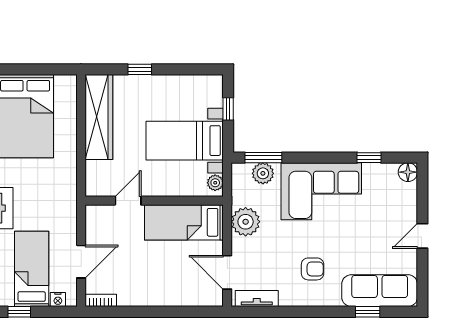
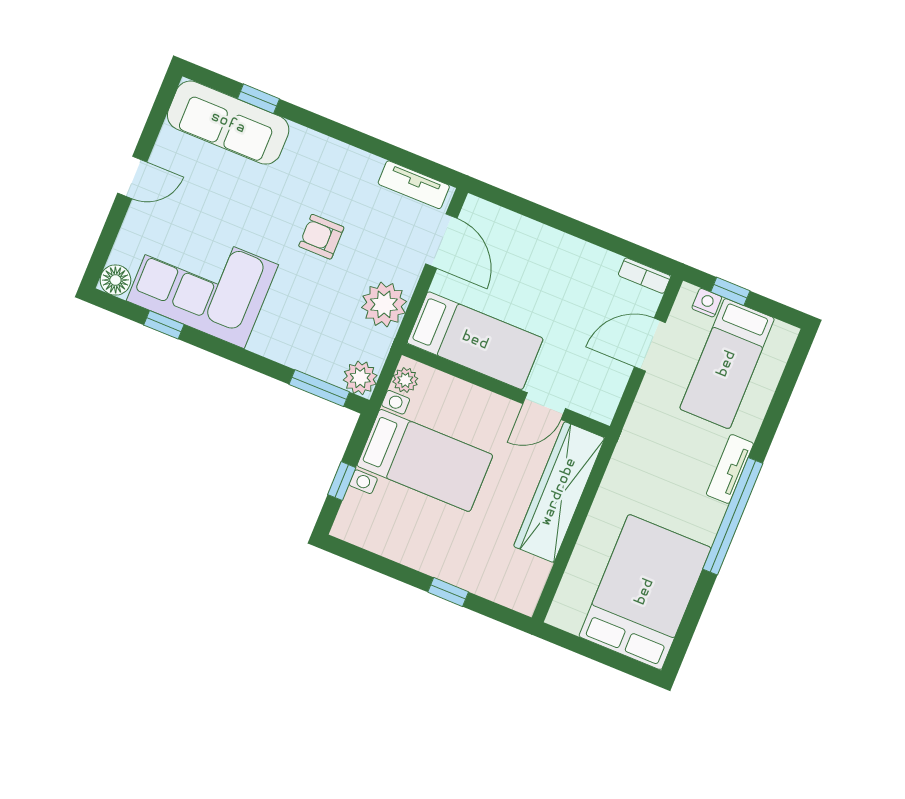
wardrobe: (99, 117) -> (559, 492), moved
plant: (263, 173) -> (360, 378), moved
corner sofa: (321, 191) -> (202, 283), moved
armchair: (313, 269) -> (321, 237), moved
window: (19, 312) -> (730, 291), moved

